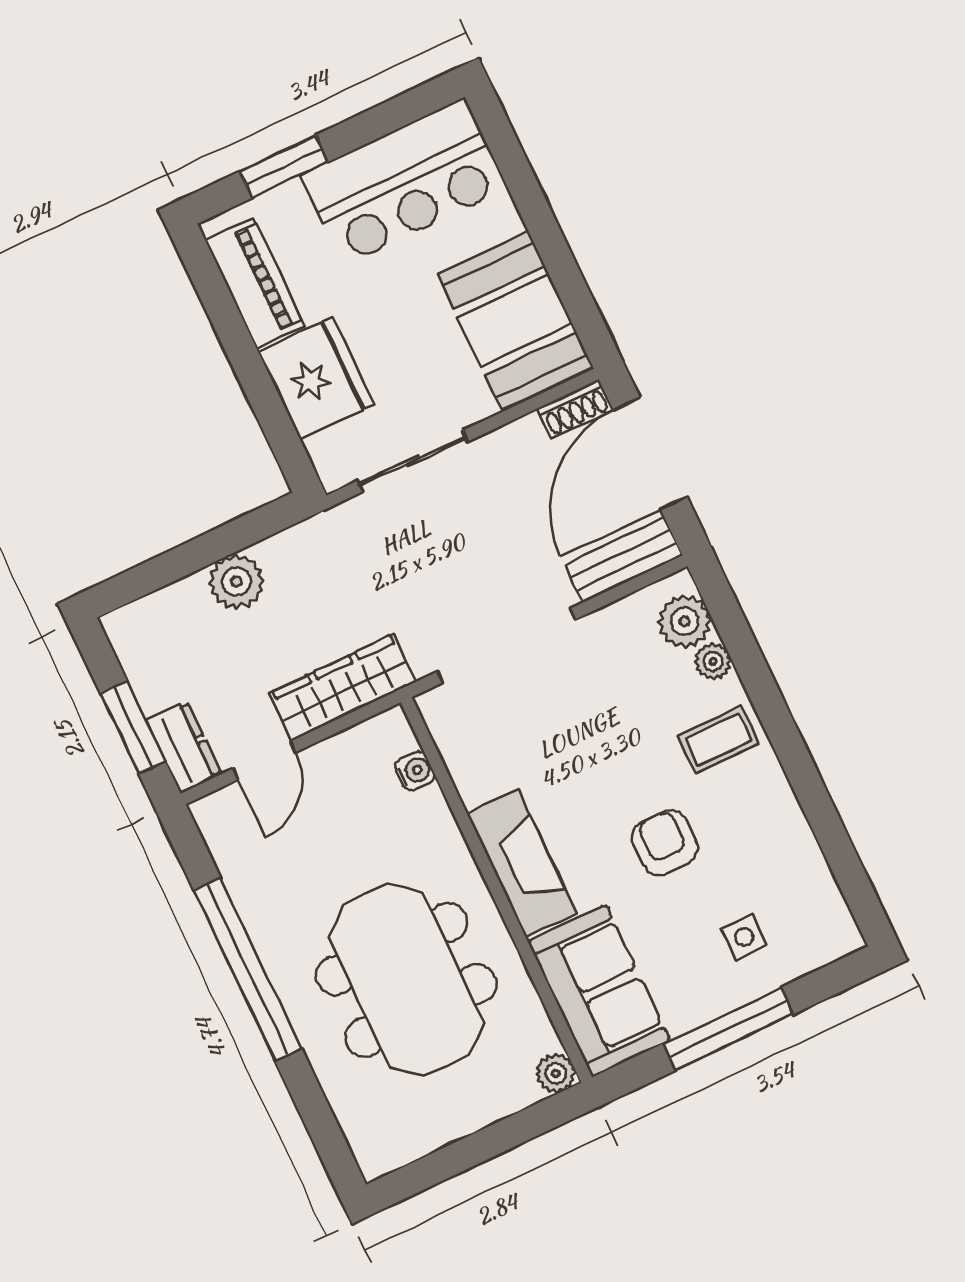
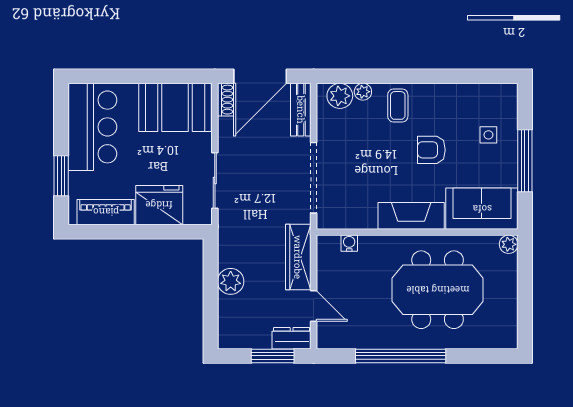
door: (650, 453) -> (260, 76), hinge flipped

